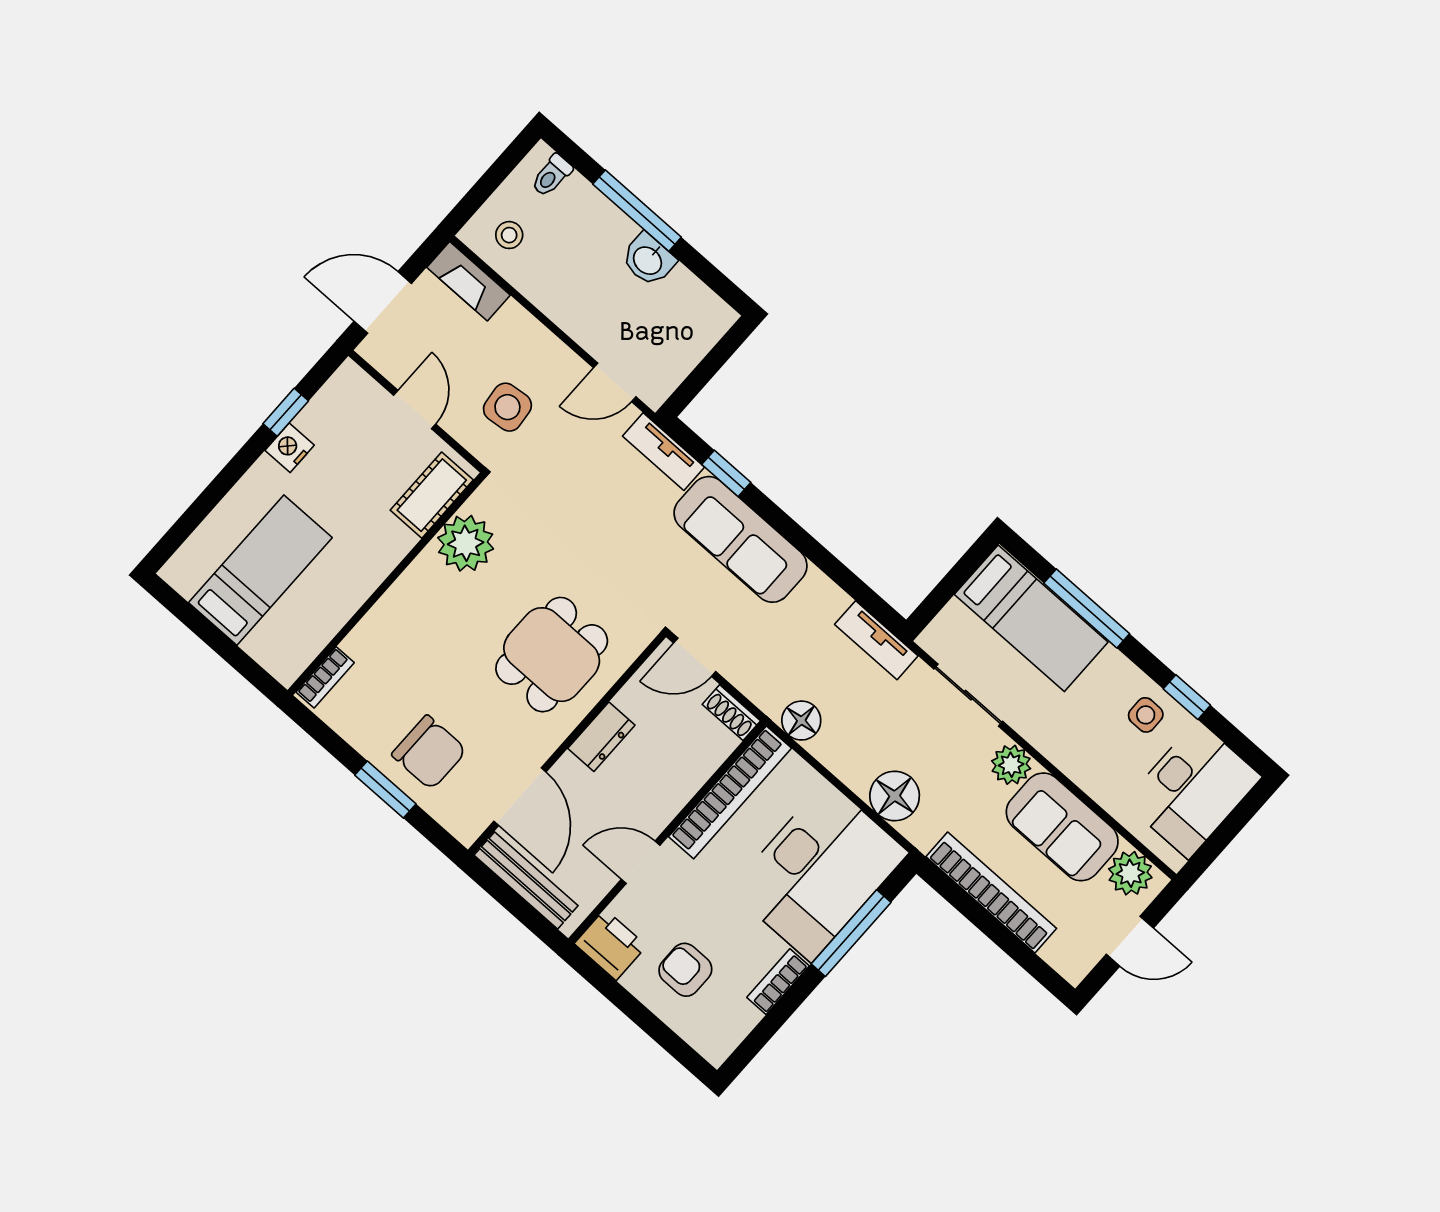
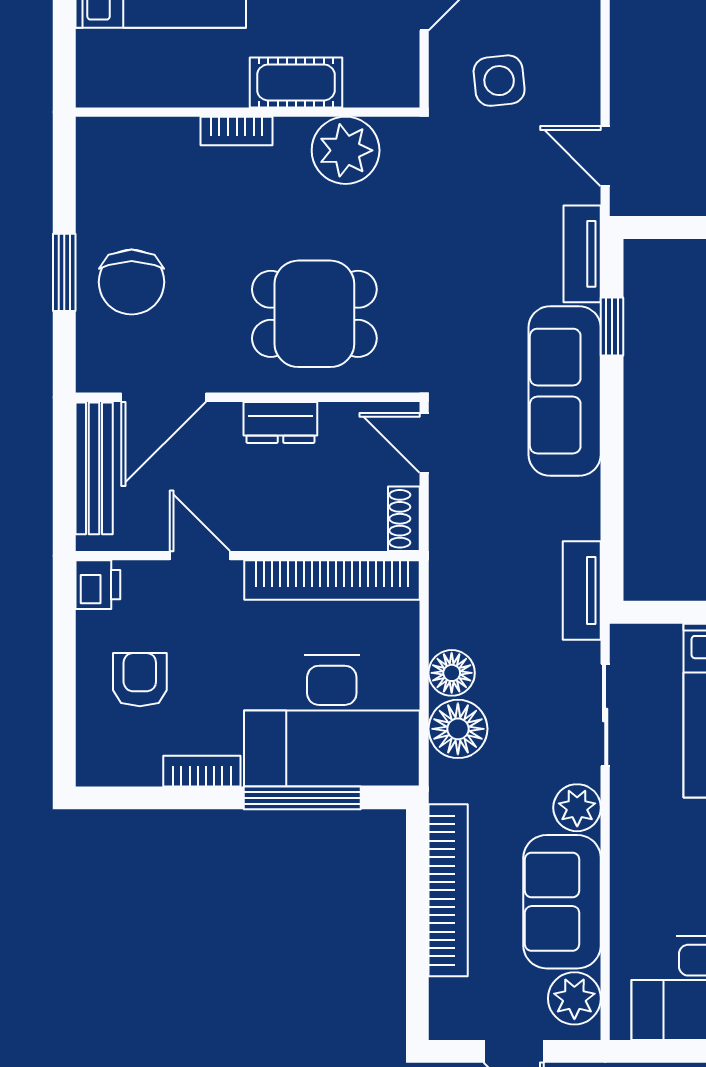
cot: (432, 495) -> (296, 82), moved
bookcase: (325, 677) -> (237, 131), moved
floor lamp: (801, 721) -> (452, 673), moved
printer: (610, 945) -> (98, 585), width x0.73, depth x0.81

